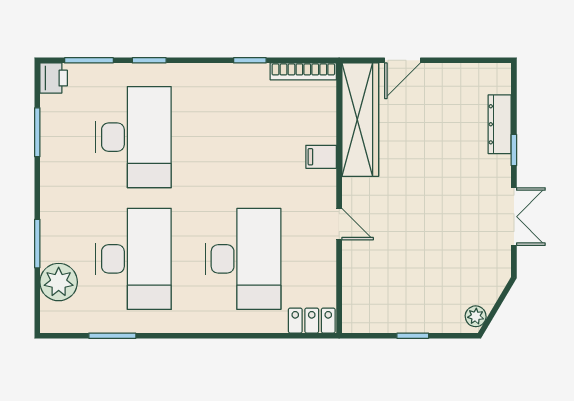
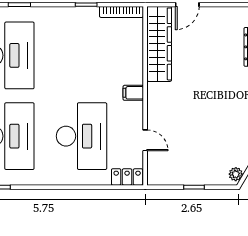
filing cabinet: (321, 157) -> (133, 93), moved
door: (339, 224) -> (145, 140), moved

